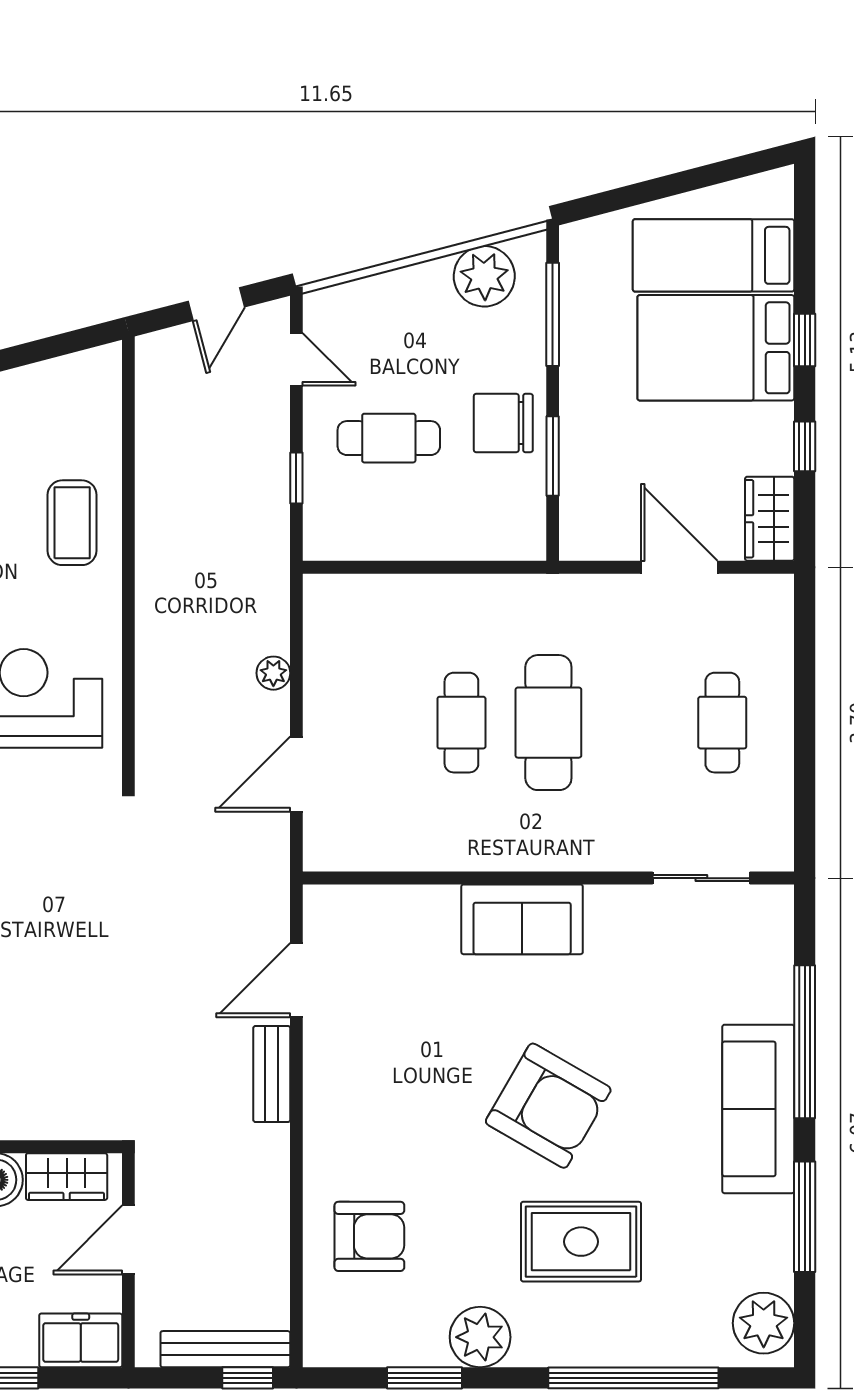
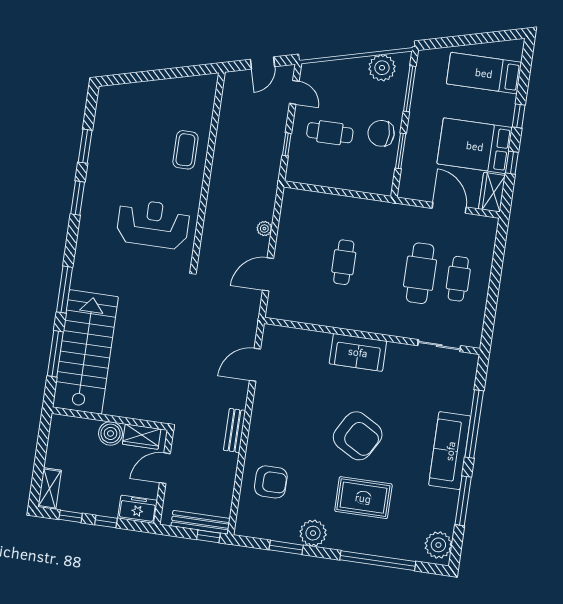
bed: (716, 348) -> (475, 146), moved
cafe table: (548, 723) -> (420, 273), moved
bench: (272, 1074) -> (235, 430), moved

